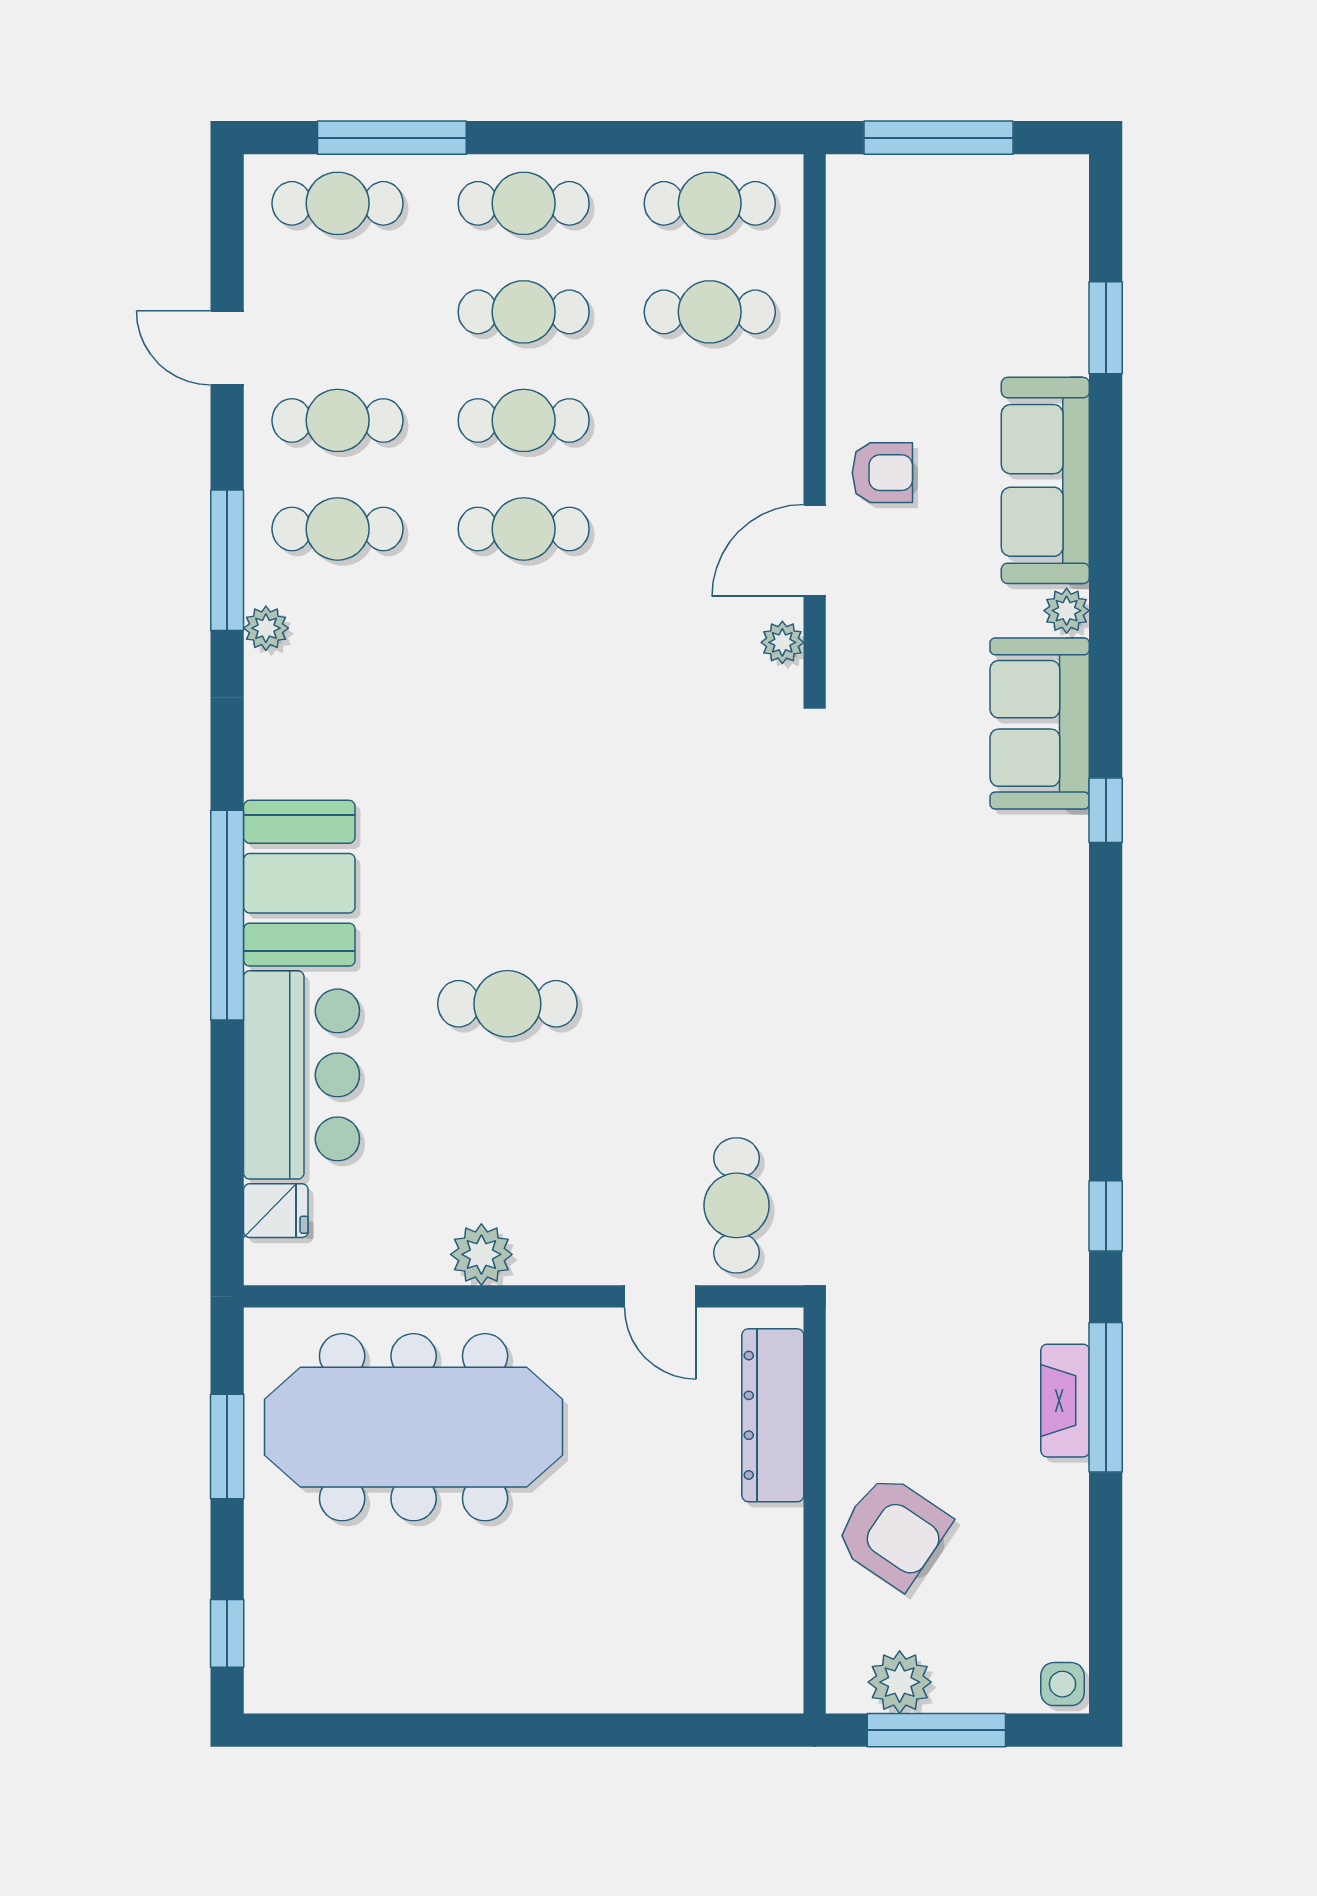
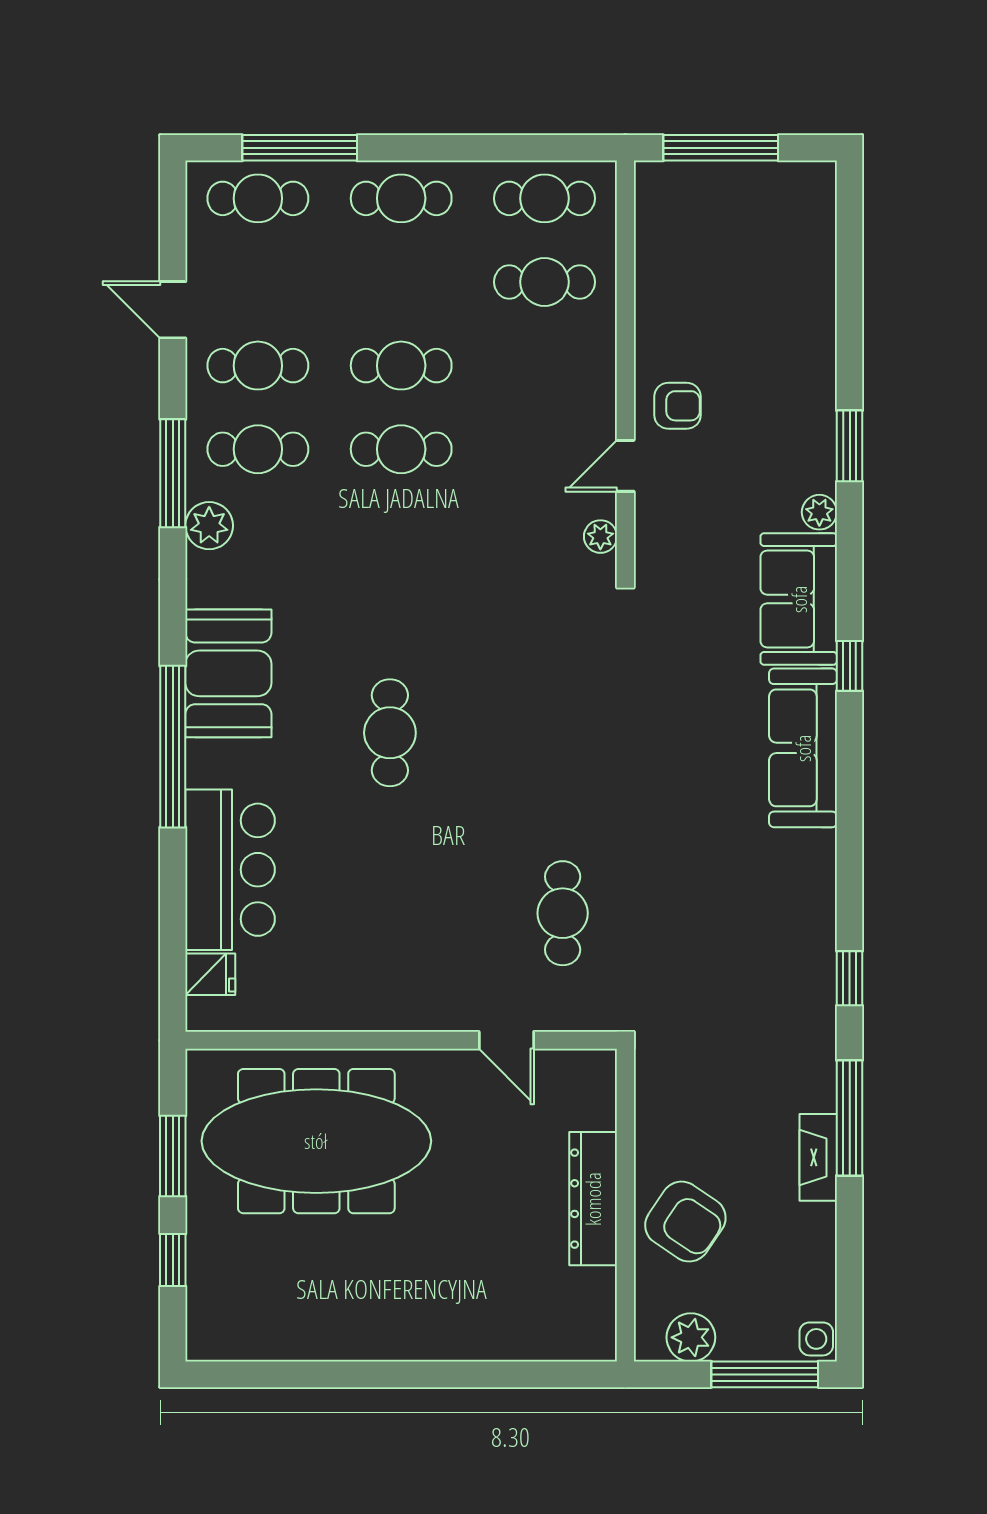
cafe table: (524, 312) -> (401, 282), removed
window: (1106, 328) -> (850, 446), moved
sofa: (1045, 480) -> (803, 748), moved
door: (815, 551) -> (625, 466), width x0.73
plant: (266, 628) -> (209, 526), width x1.38, depth x1.38
booth: (299, 883) -> (228, 673), moved
cafe table: (507, 1004) -> (390, 733), moved, turned 90
cafe table: (736, 1205) -> (563, 913), moved
plant: (481, 1254) -> (369, 1008), removed
fireplace: (1065, 1401) -> (818, 1157), moved
dresser: (773, 1415) -> (593, 1199), moved
window: (227, 1633) -> (173, 1260), moved
window: (936, 1730) -> (765, 1374), moved

